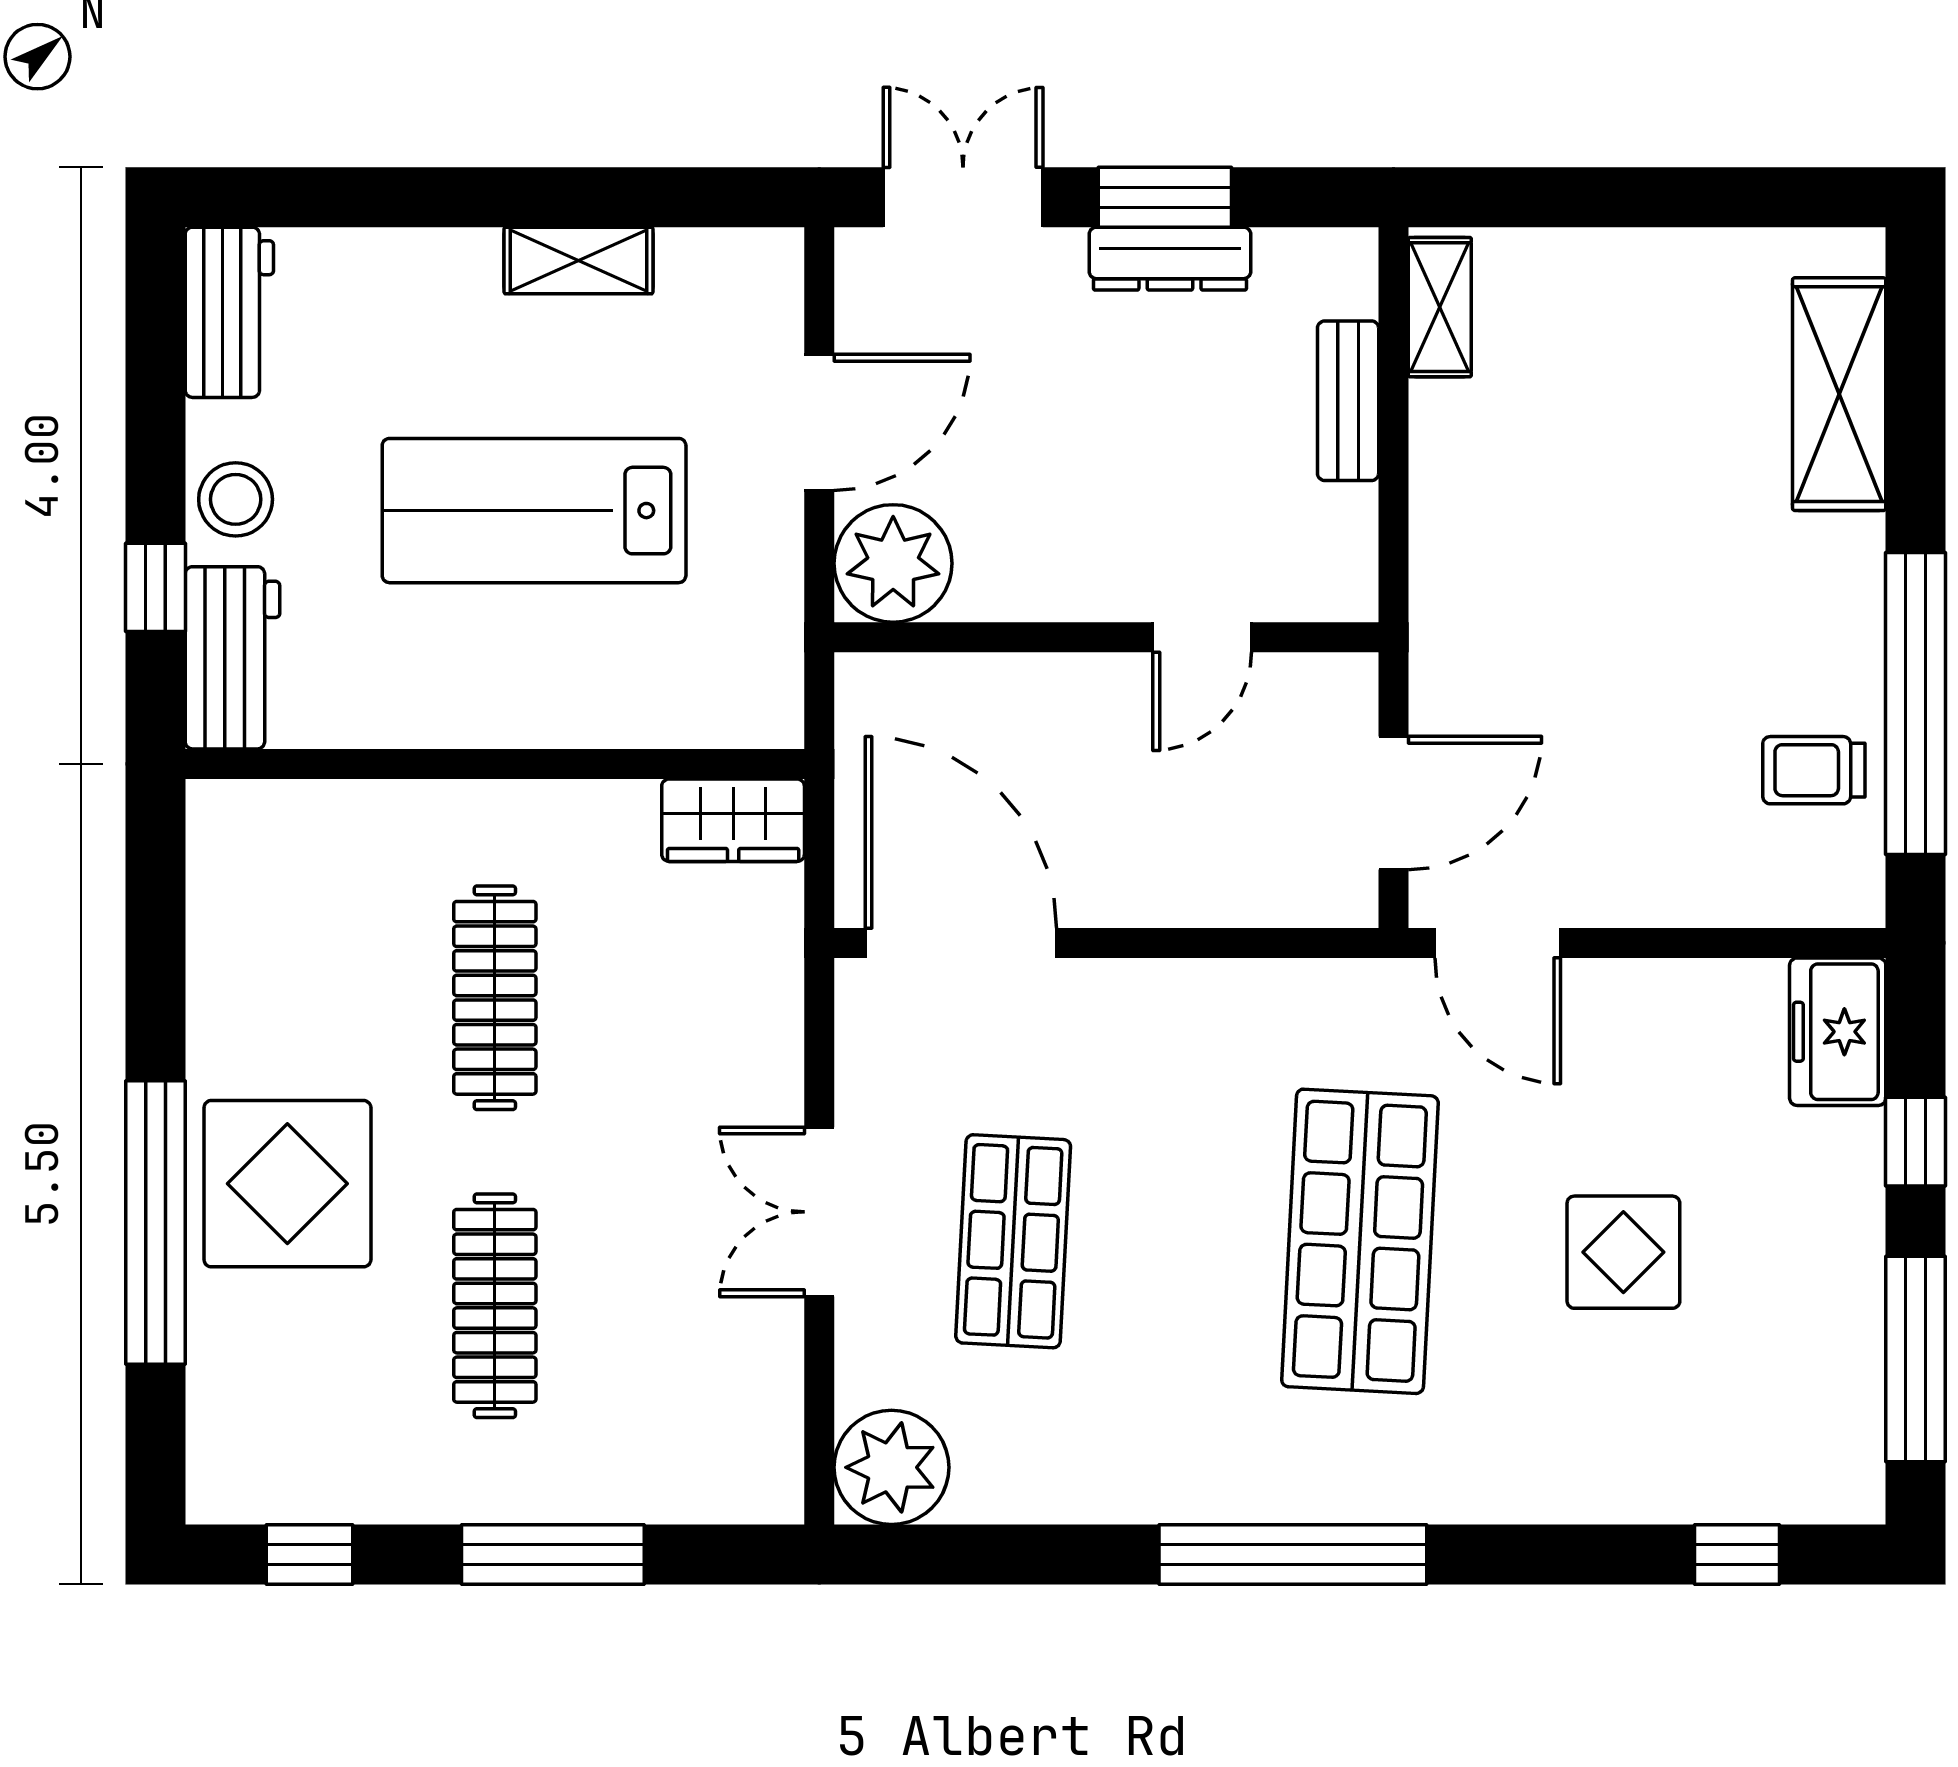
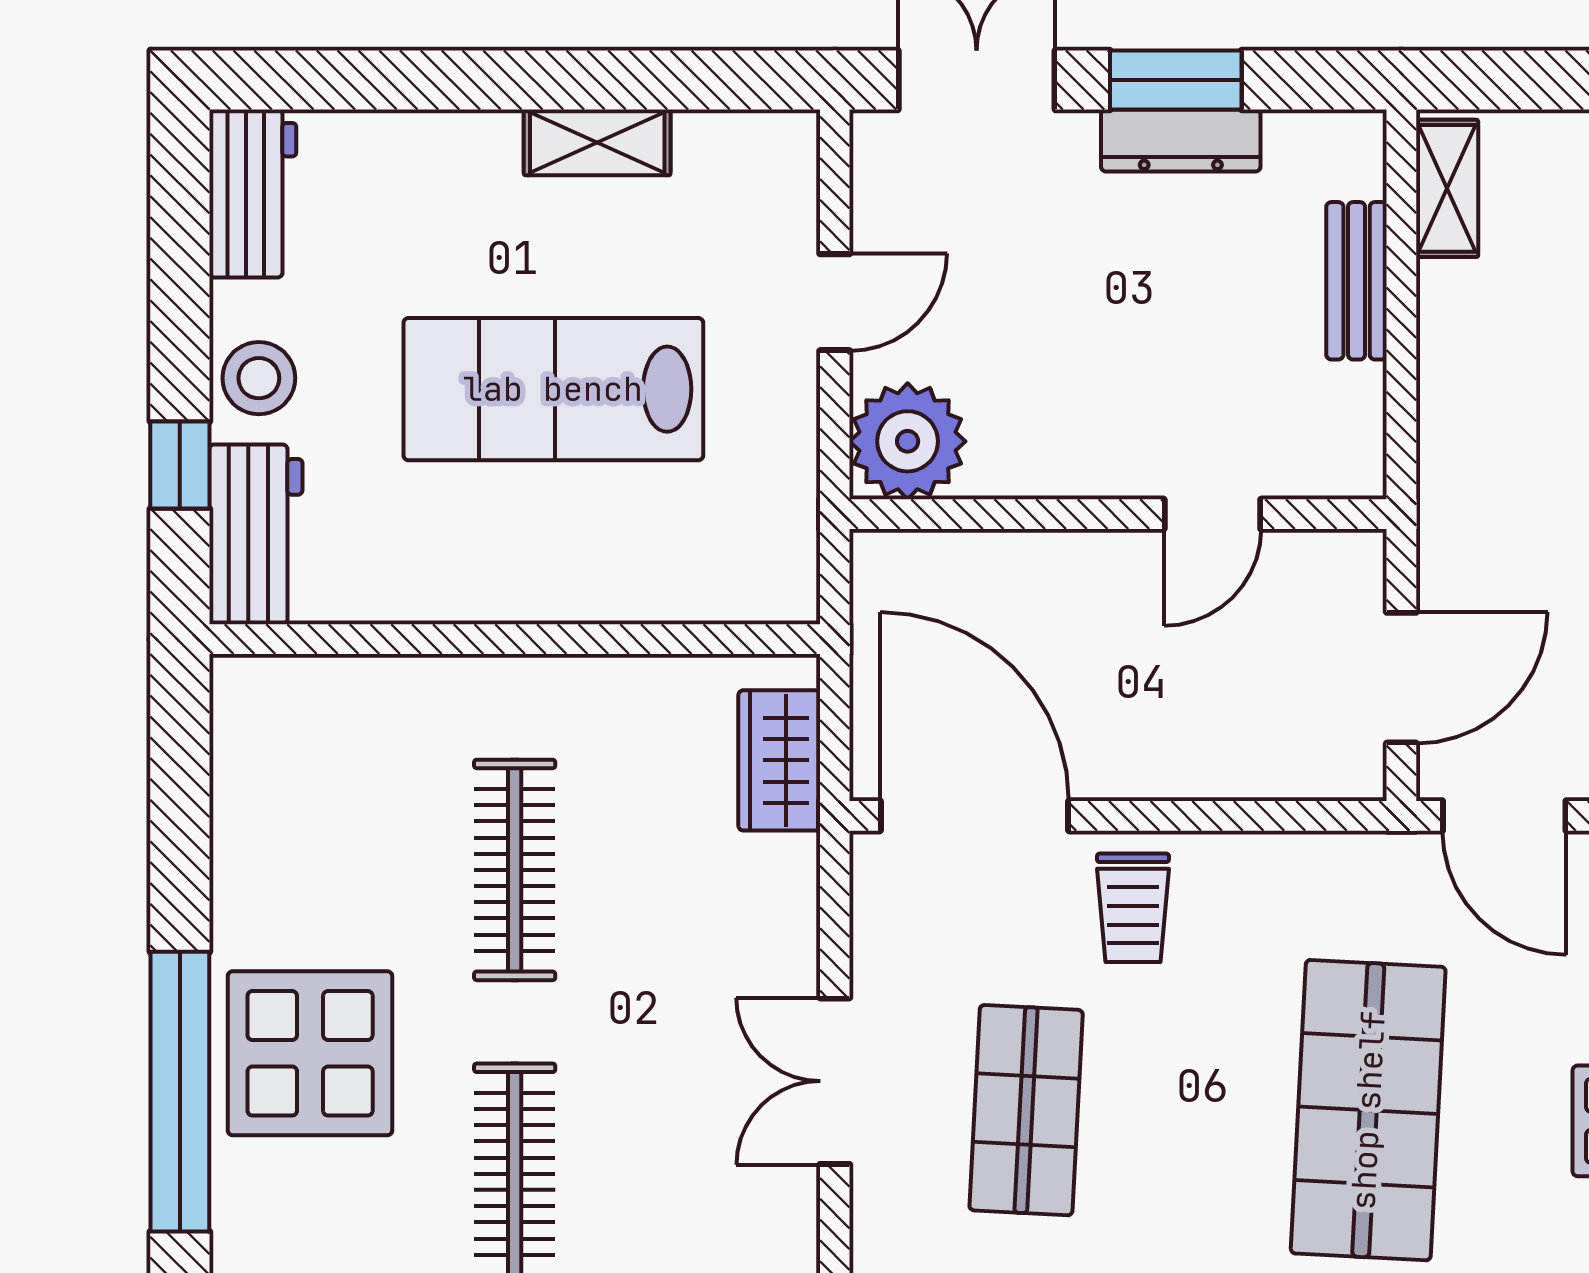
door: (819, 422) -> (835, 302), width x0.73
wardrobe: (733, 820) -> (779, 760), moved, turned 90
trolley: (1121, 1036) -> (1133, 908), added

